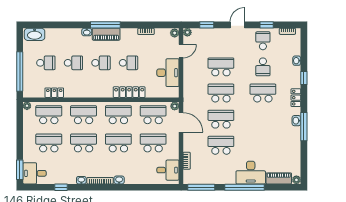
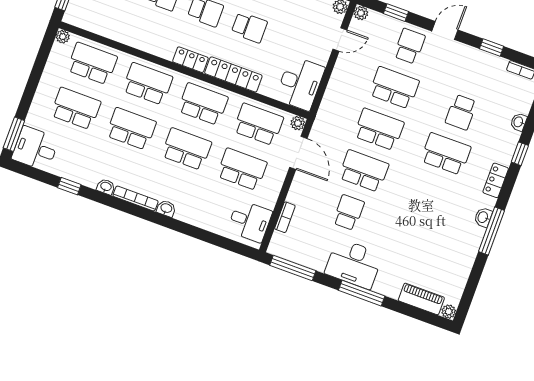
school desk: (263, 41) -> (409, 46), moved
desk: (168, 73) -> (300, 83), moved
locker: (54, 93) -> (190, 60), moved
school desk: (221, 145) -> (349, 213), width x0.54
desk: (251, 173) -> (354, 264), moved
window: (244, 187) -> (362, 293), width x0.68

